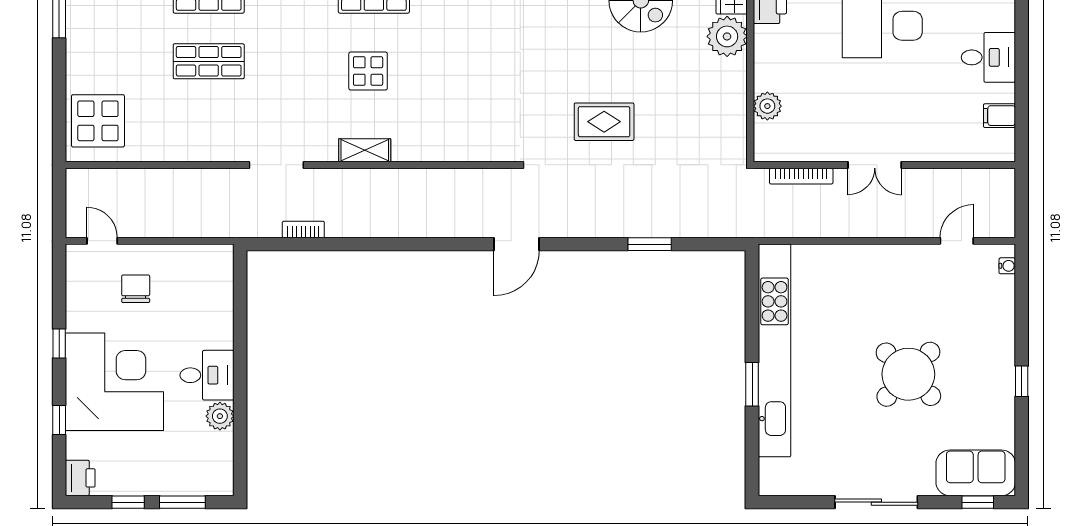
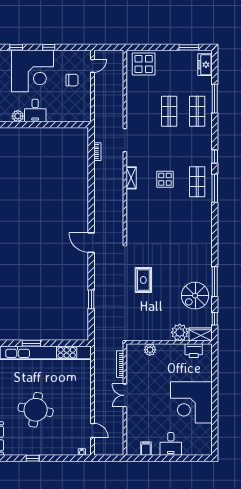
round table: (908, 374) -> (36, 410), turned -34

